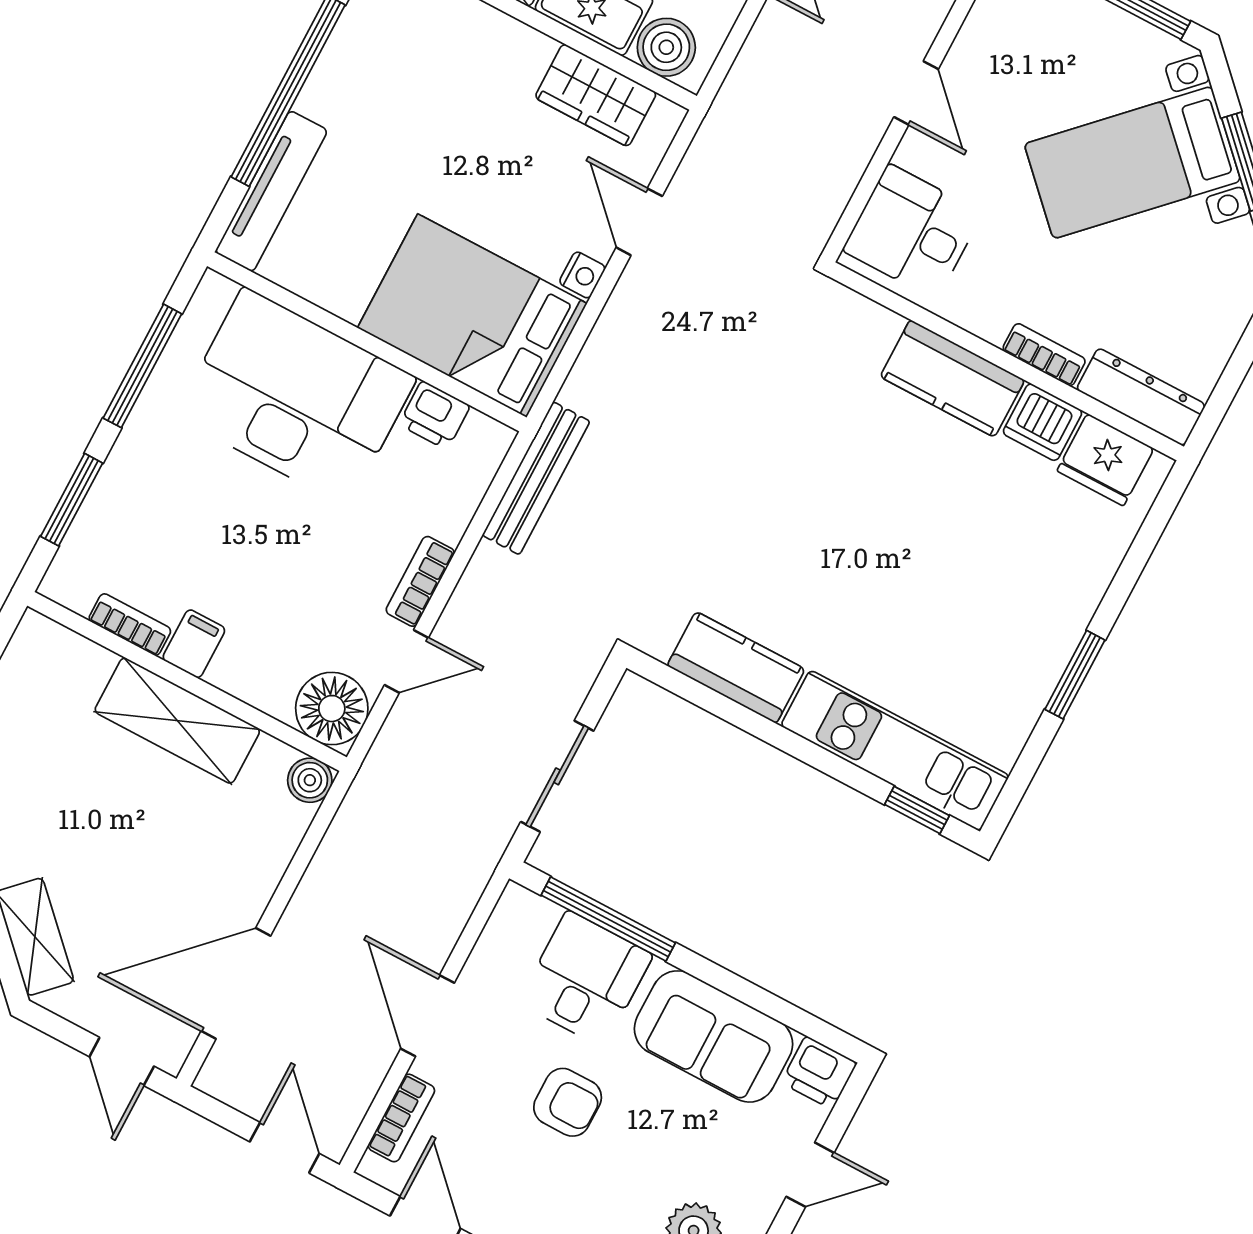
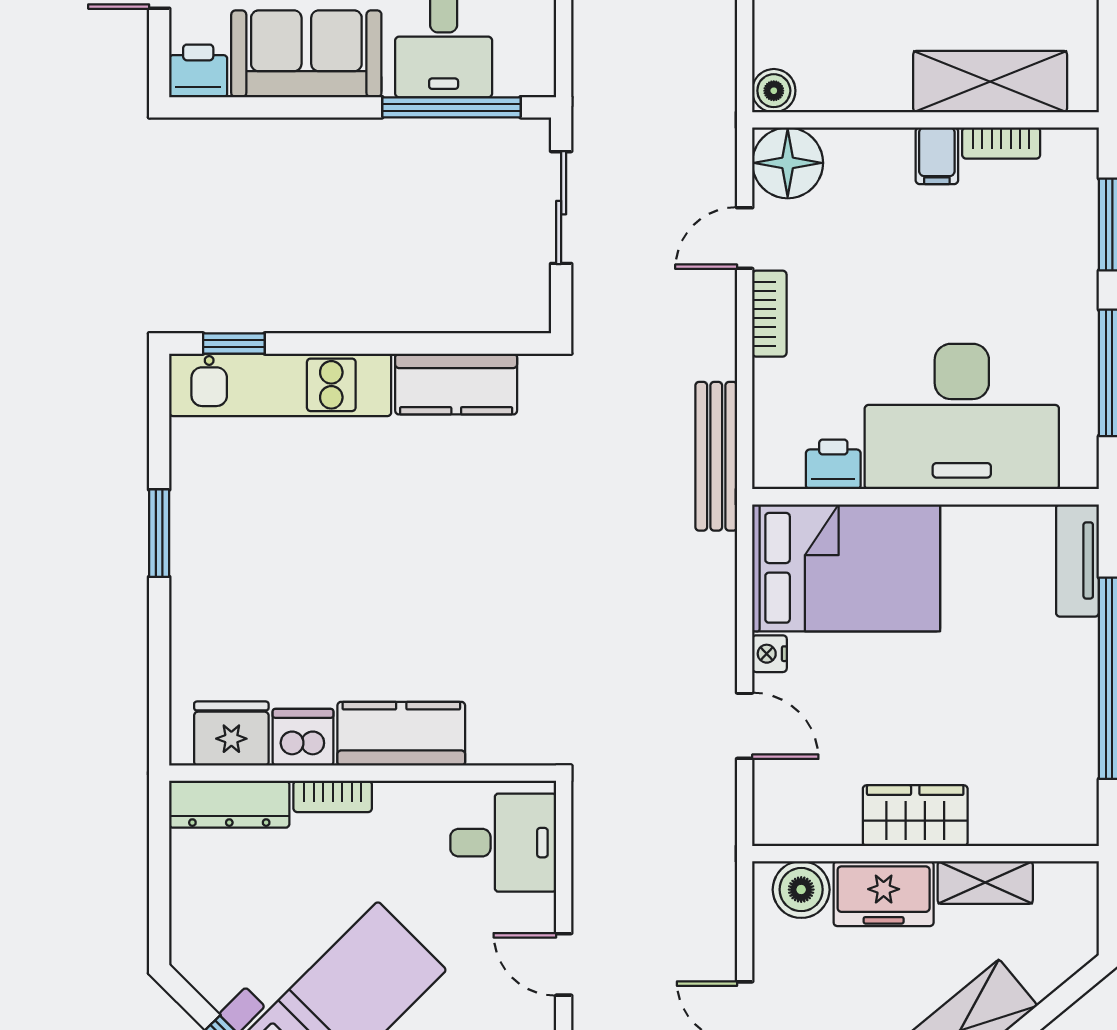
wardrobe: (596, 95) -> (915, 816), moved
tv unit: (271, 191) -> (1077, 560), width x0.71
shelving: (177, 721) -> (990, 82), moved

